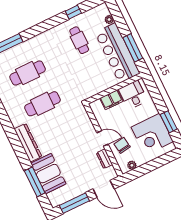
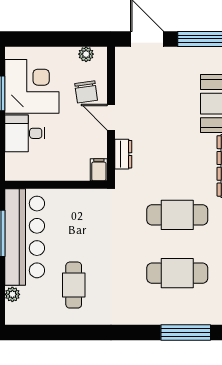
window: (73, 12) -> (62, 332), removed
desk: (133, 95) -> (25, 133), moved, turned 90
filing cabinet: (111, 100) -> (99, 170), moved, width x0.50
dresser: (104, 159) -> (123, 154), moved

